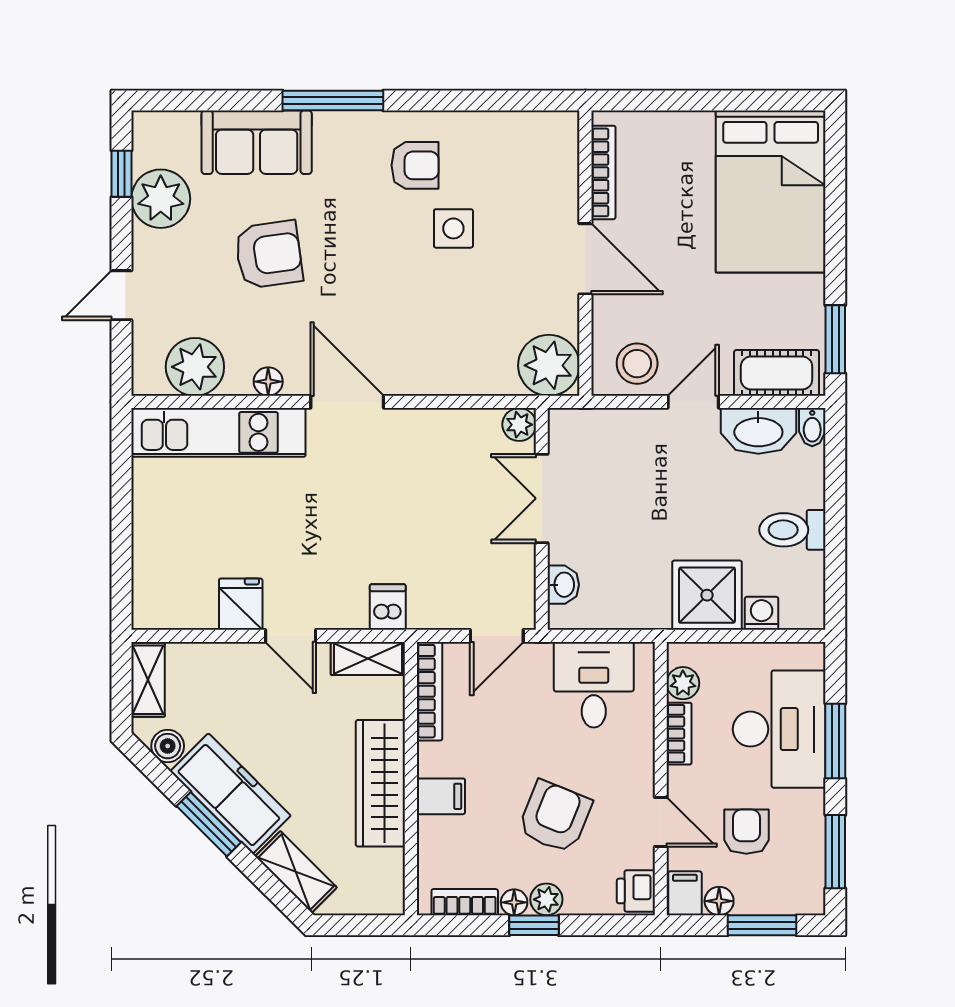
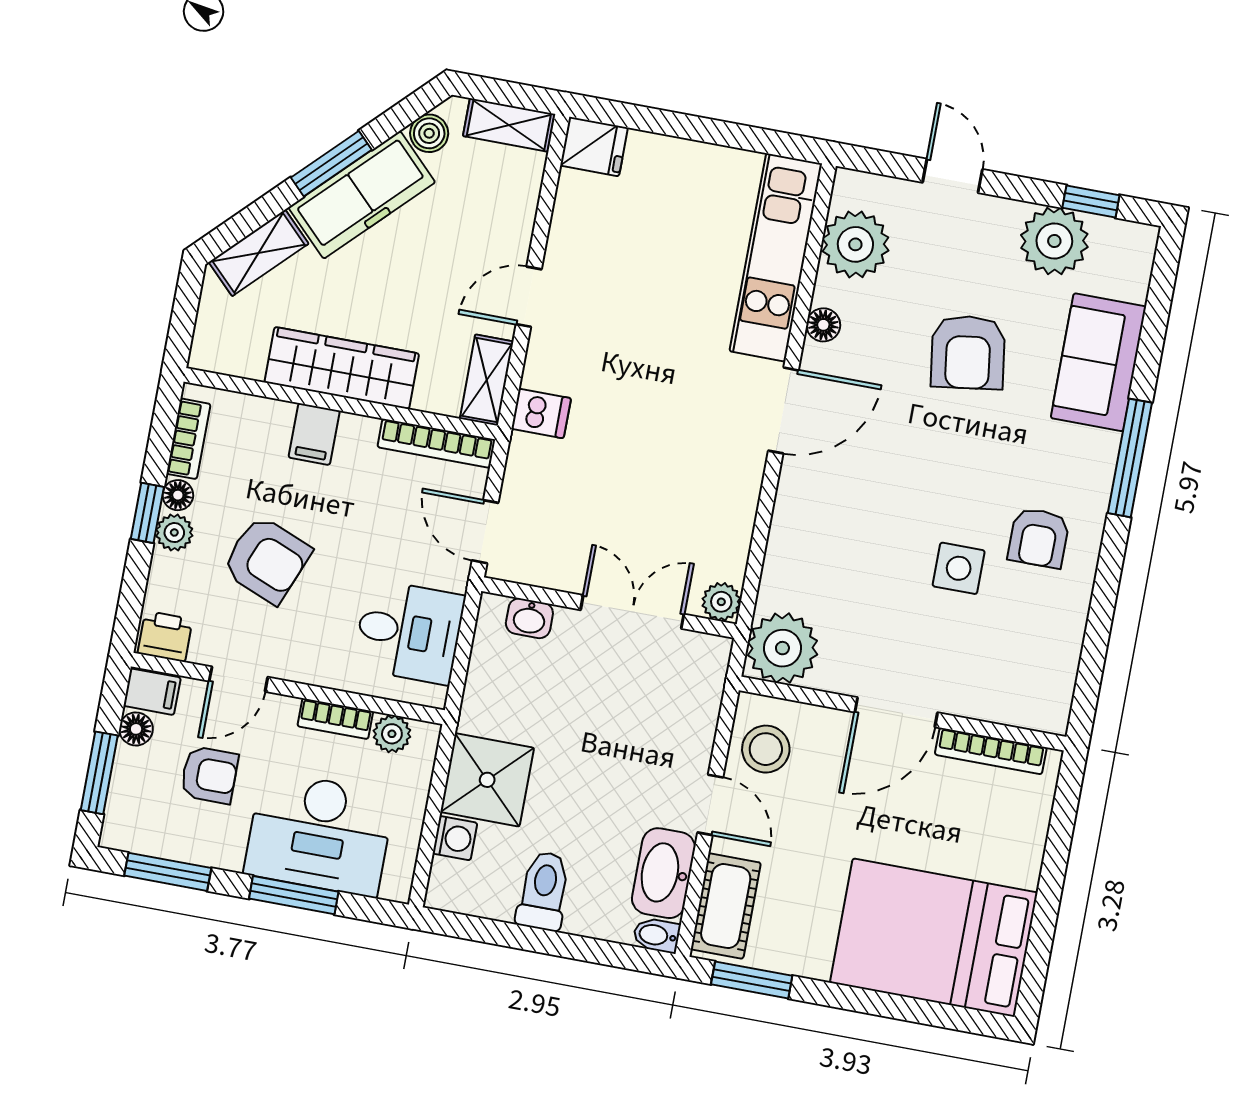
fridge: (241, 604) -> (594, 147), moved

